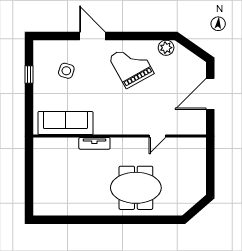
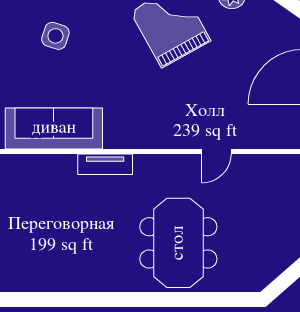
meeting table: (136, 188) -> (178, 243), turned 90

